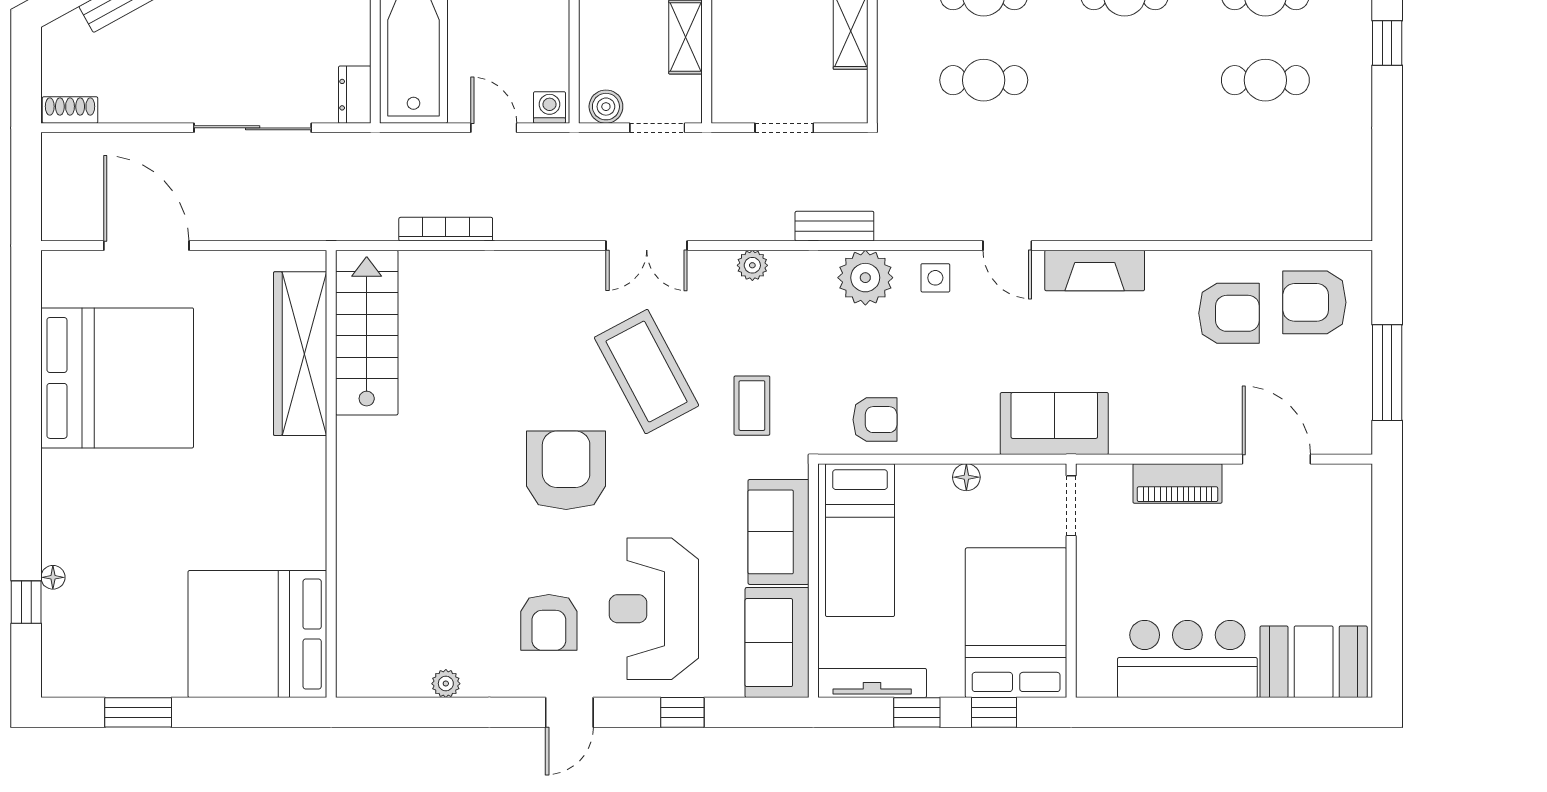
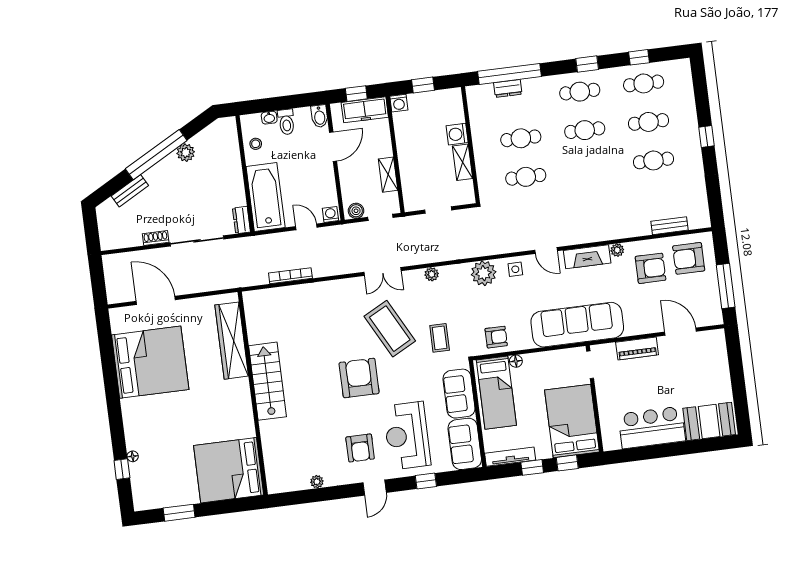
shoe rack: (70, 110) -> (156, 238), moved
bench: (834, 226) -> (670, 226), moved
plant: (1162, 265) -> (617, 250), added
stairs: (367, 333) -> (268, 381), moved
sofa: (1054, 424) -> (577, 325), width x1.85, depth x1.27
floor lamp: (966, 477) -> (516, 361), moved

